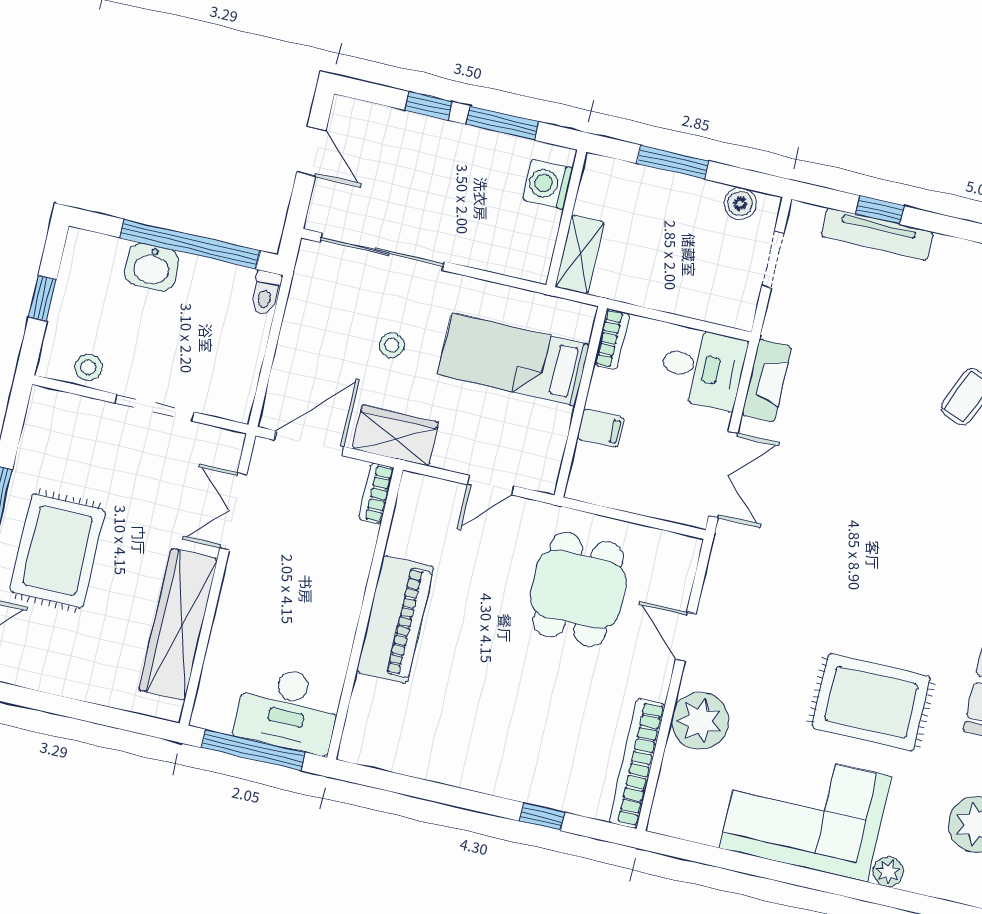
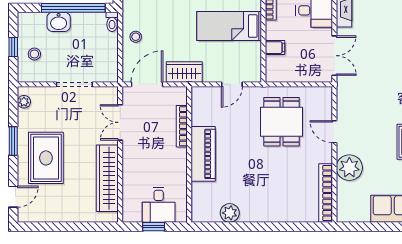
stool: (392, 345) -> (136, 37), moved
stool: (88, 367) -> (34, 54), moved
plant: (38, 420) -> (24, 102), added
bookcase: (376, 493) -> (182, 126), moved, width x1.56
desk: (288, 709) -> (159, 205), width x0.73
window: (253, 750) -> (154, 227), width x0.46
plant: (423, 758) -> (230, 213), added
window: (542, 817) -> (289, 227), removed

